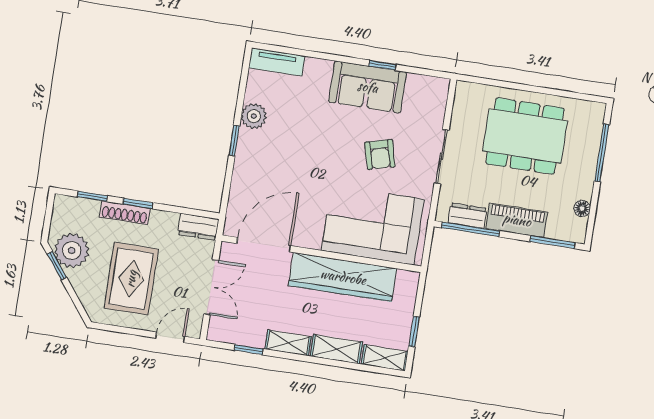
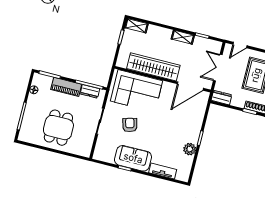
tv unit: (277, 62) -> (163, 171), moved
dining table: (525, 136) -> (58, 128), width x0.73
shelving: (336, 349) -> (160, 32), removed

